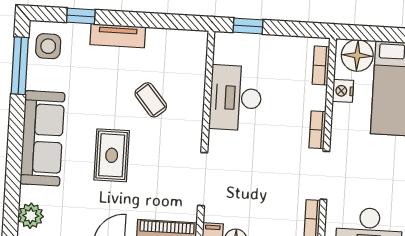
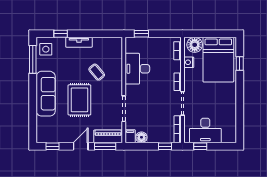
rug: (112, 155) -> (79, 100), width x1.36, depth x1.43
plant: (31, 216) -> (42, 131), removed

